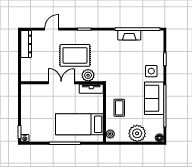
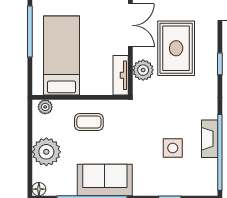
side table: (151, 71) -> (173, 148), moved

